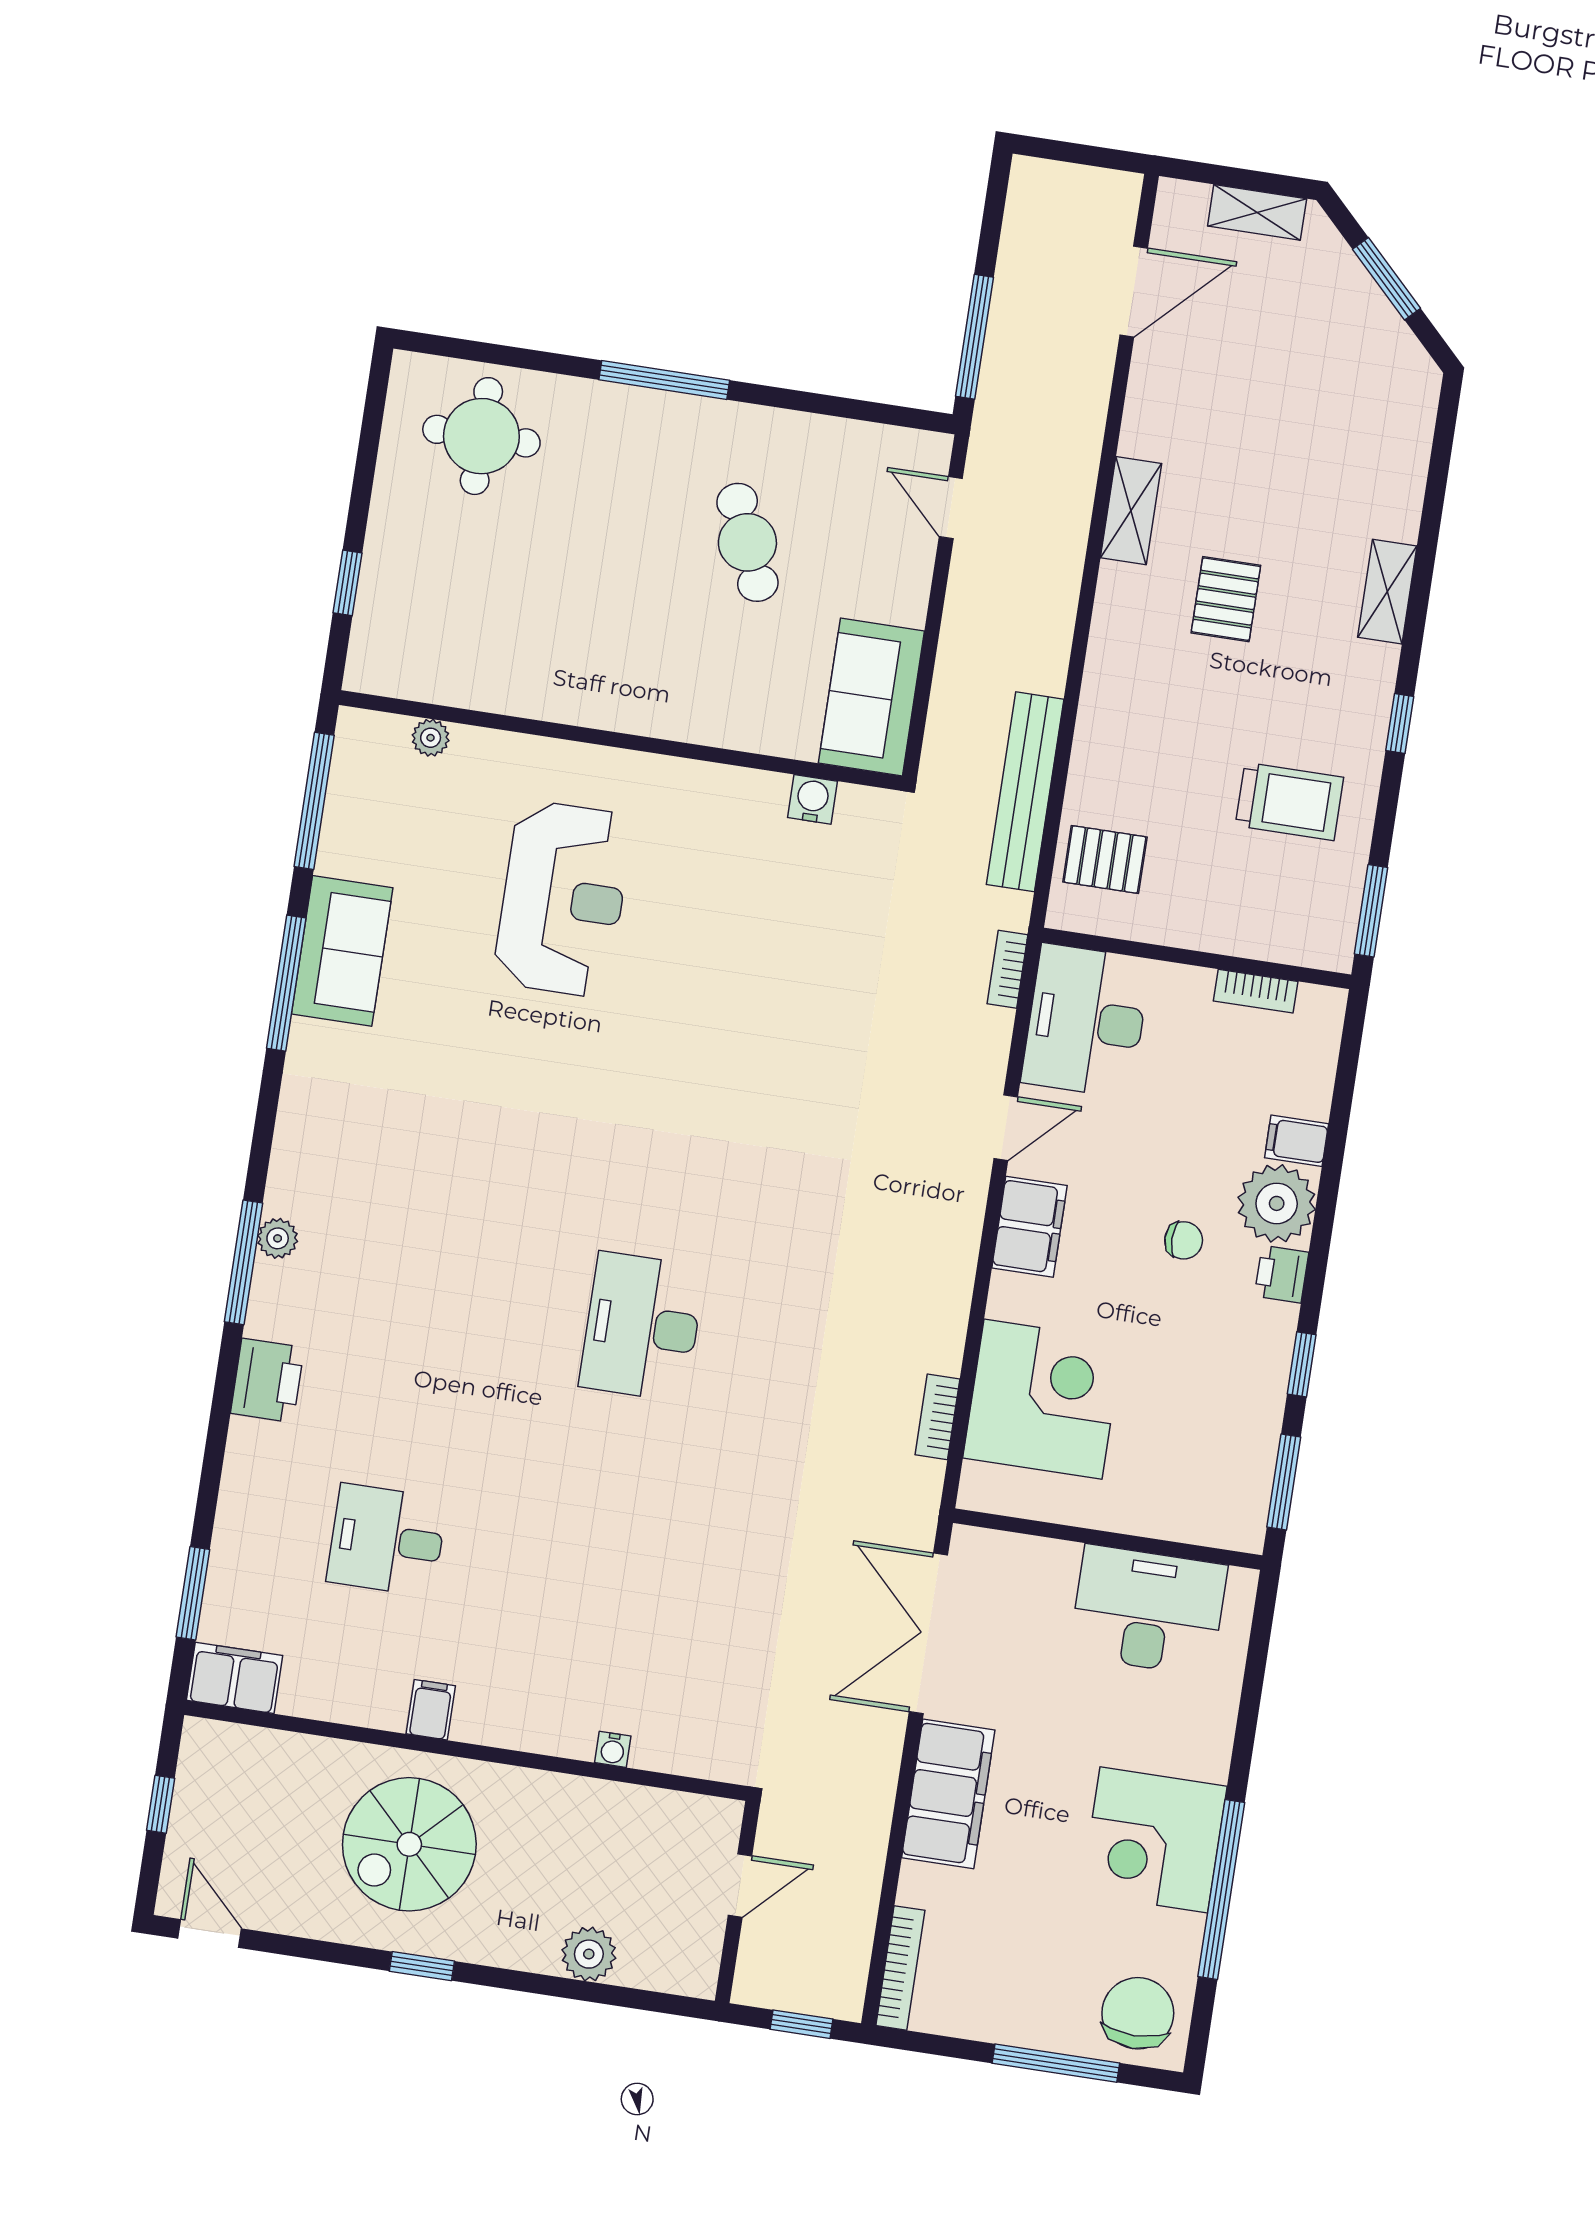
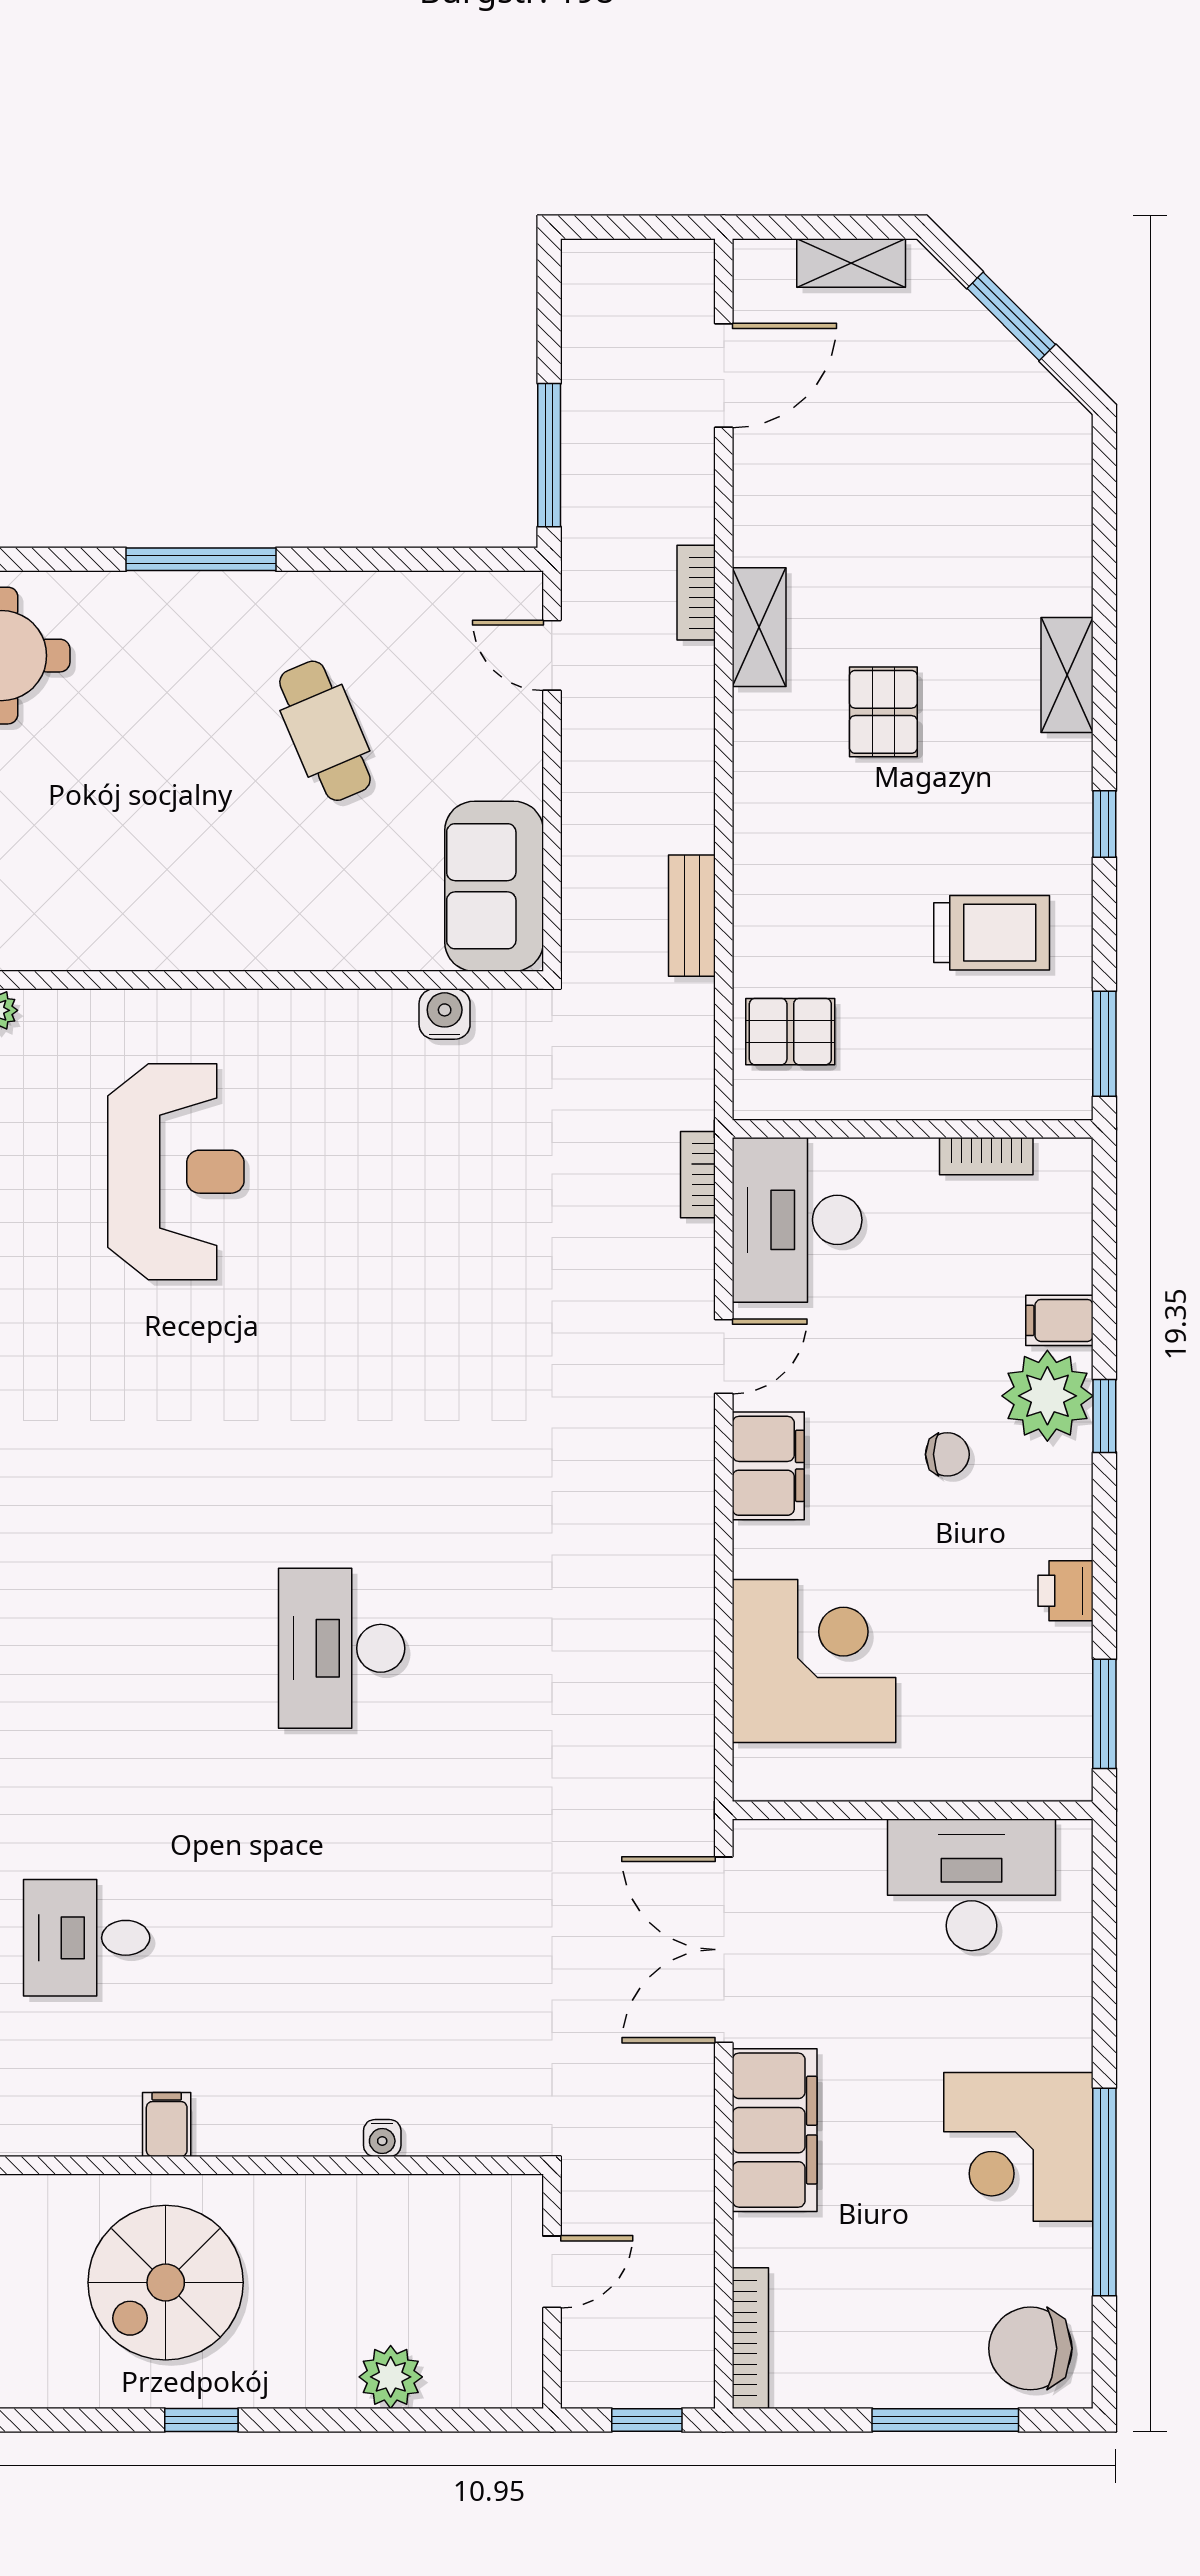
bench: (1025, 792) -> (692, 916), width x0.54, depth x0.82
printer: (1282, 1274) -> (1066, 1591), moved
window: (1302, 1364) -> (1104, 1416), moved
bookcase: (937, 1417) -> (696, 593), moved
chair: (1138, 2013) -> (1030, 2348), turned -90

